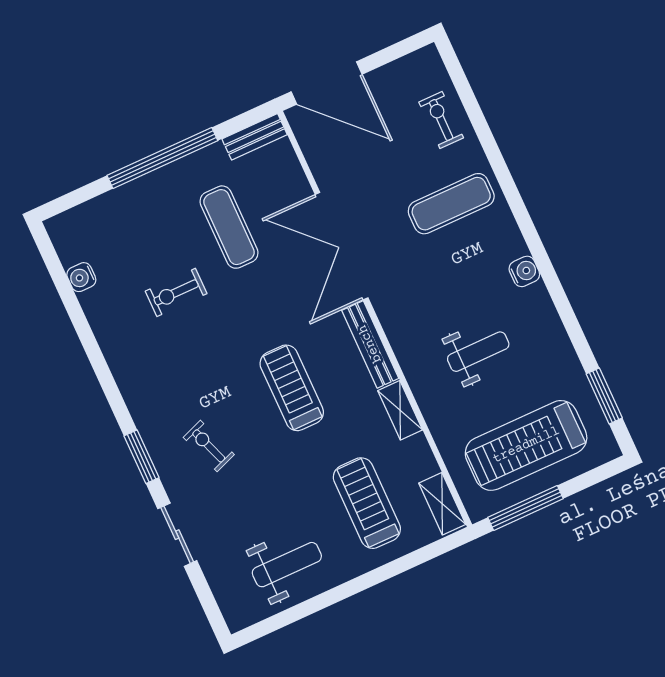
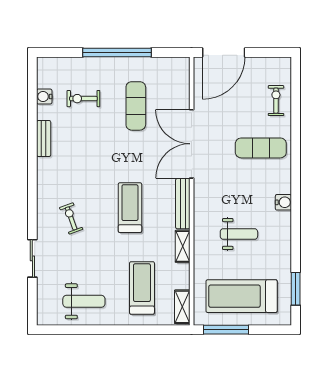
door: (327, 83) -> (224, 53), hinge flipped
bench: (255, 137) -> (44, 138), moved, turned 90
exercise bike: (176, 292) -> (83, 99), moved
window: (142, 457) -> (32, 208), removed

